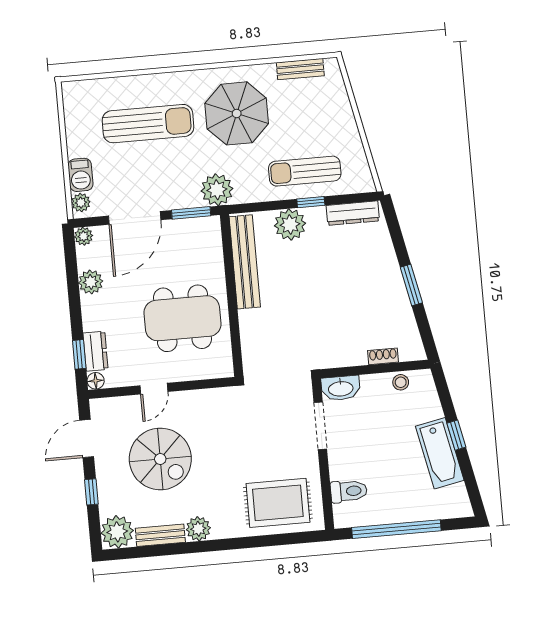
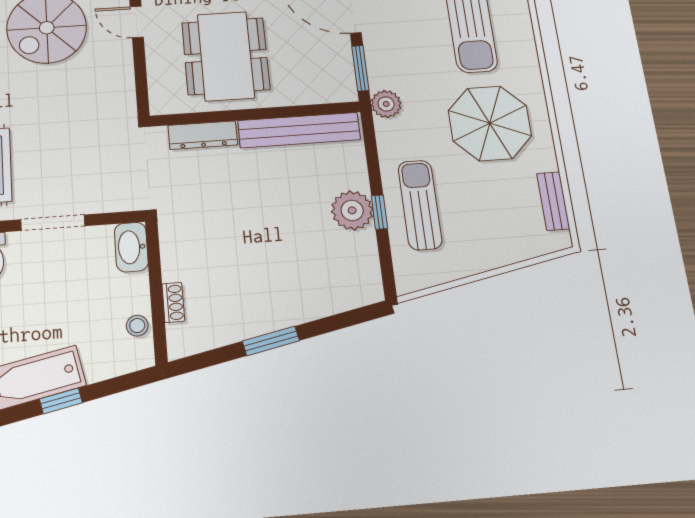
plant: (217, 190) -> (386, 104), width x0.73, depth x0.73
dresser: (353, 213) -> (203, 135), moved, turned -90
plant: (290, 225) -> (352, 210), moved
doorway: (320, 426) -> (53, 223), moved

